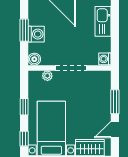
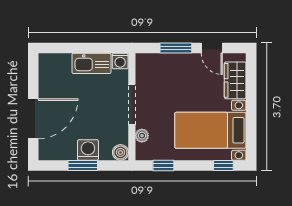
kitchen sink: (103, 21) -> (91, 63), moved
window: (24, 107) -> (163, 166), moved

